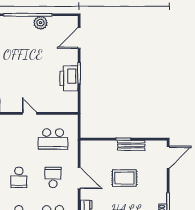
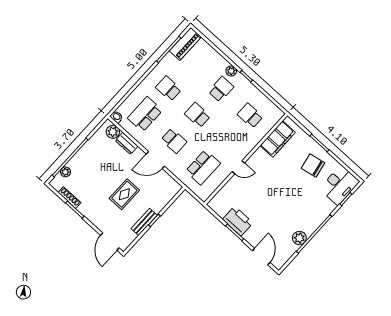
school desk: (53, 139) -> (203, 167), turned 180

